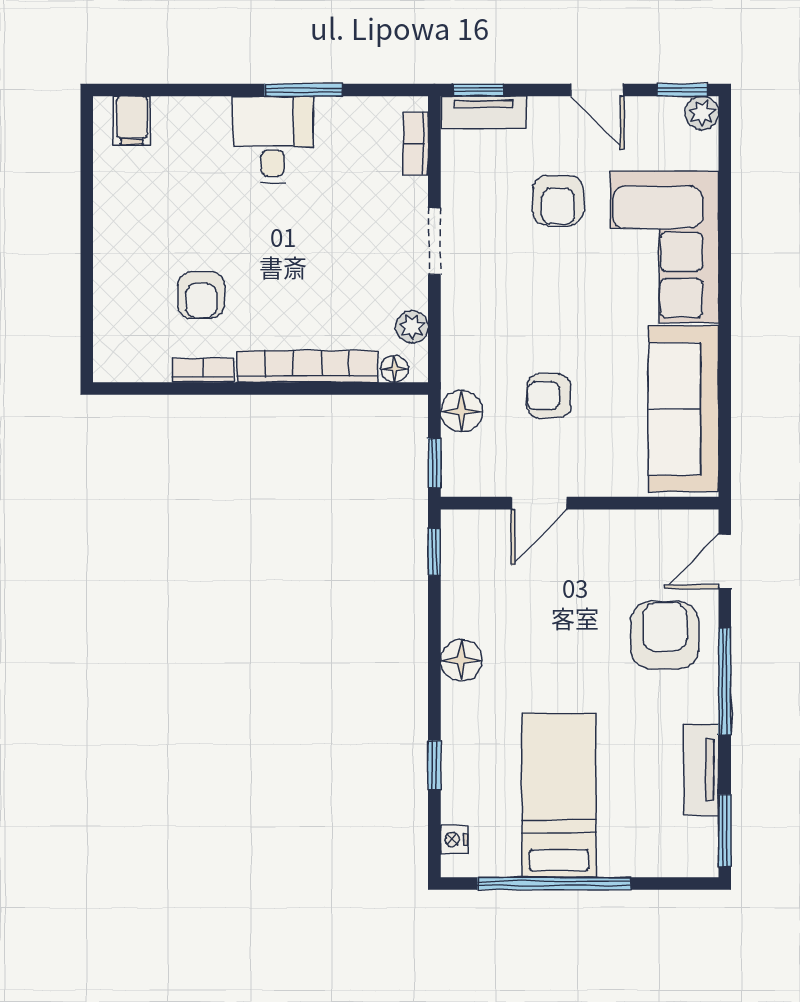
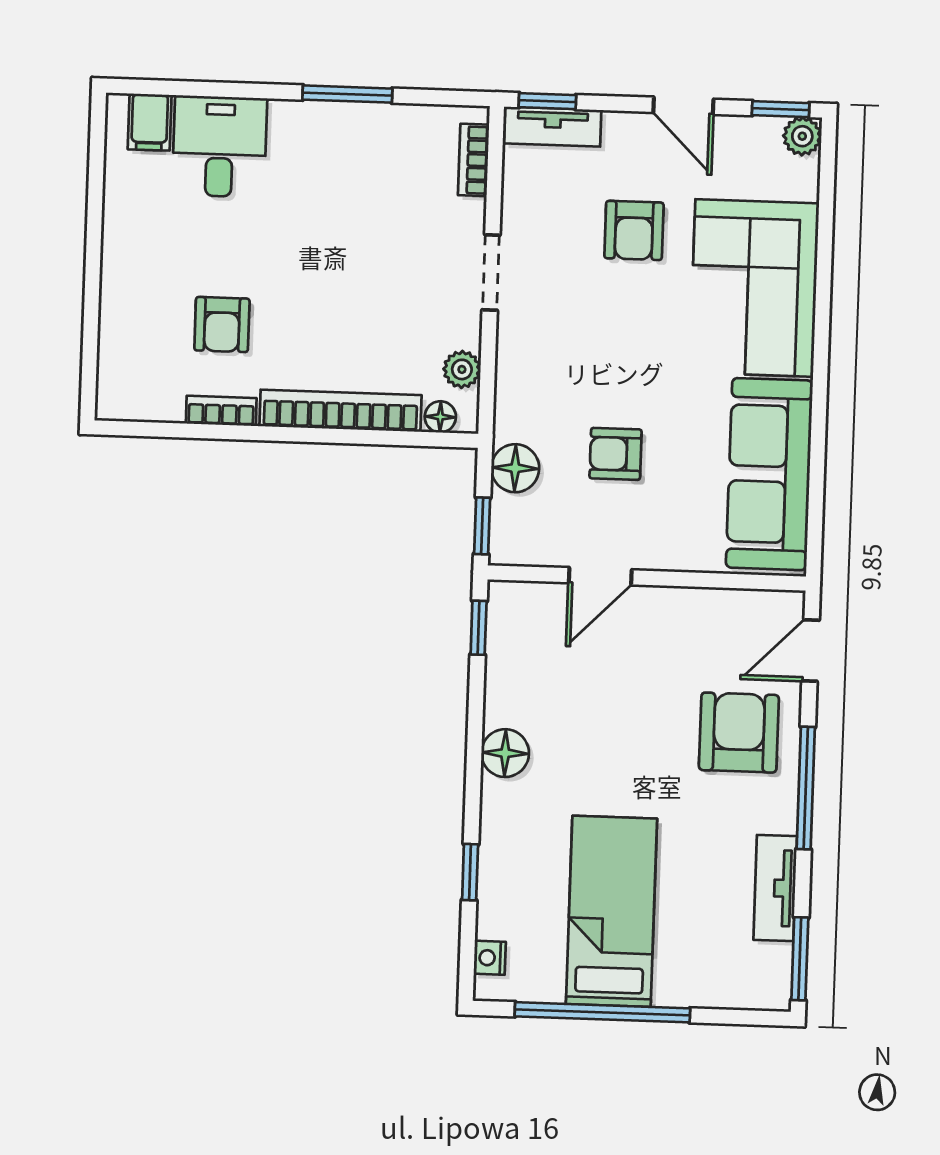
desk: (273, 140) -> (220, 146), moved

